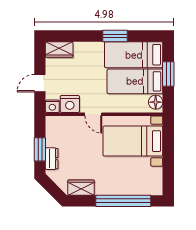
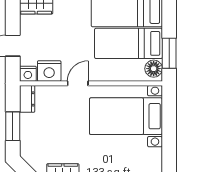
window: (168, 74) -> (169, 53), moved
door: (93, 114) -> (78, 83), swing flipped
dresser: (52, 159) -> (27, 99), moved

